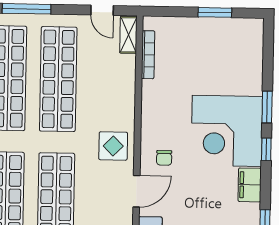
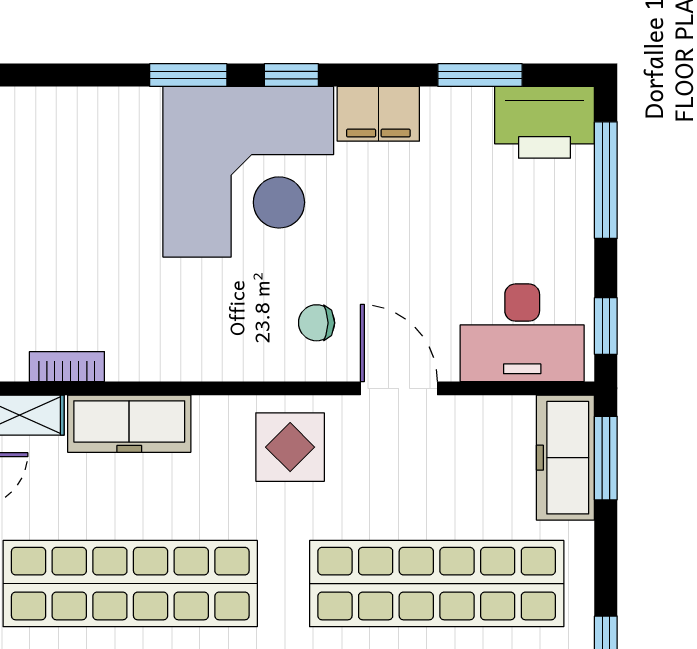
bookcase: (148, 55) -> (67, 367), width x0.64
freezer: (124, 80) -> (129, 424), added
chair: (164, 158) -> (317, 323), turned 180

